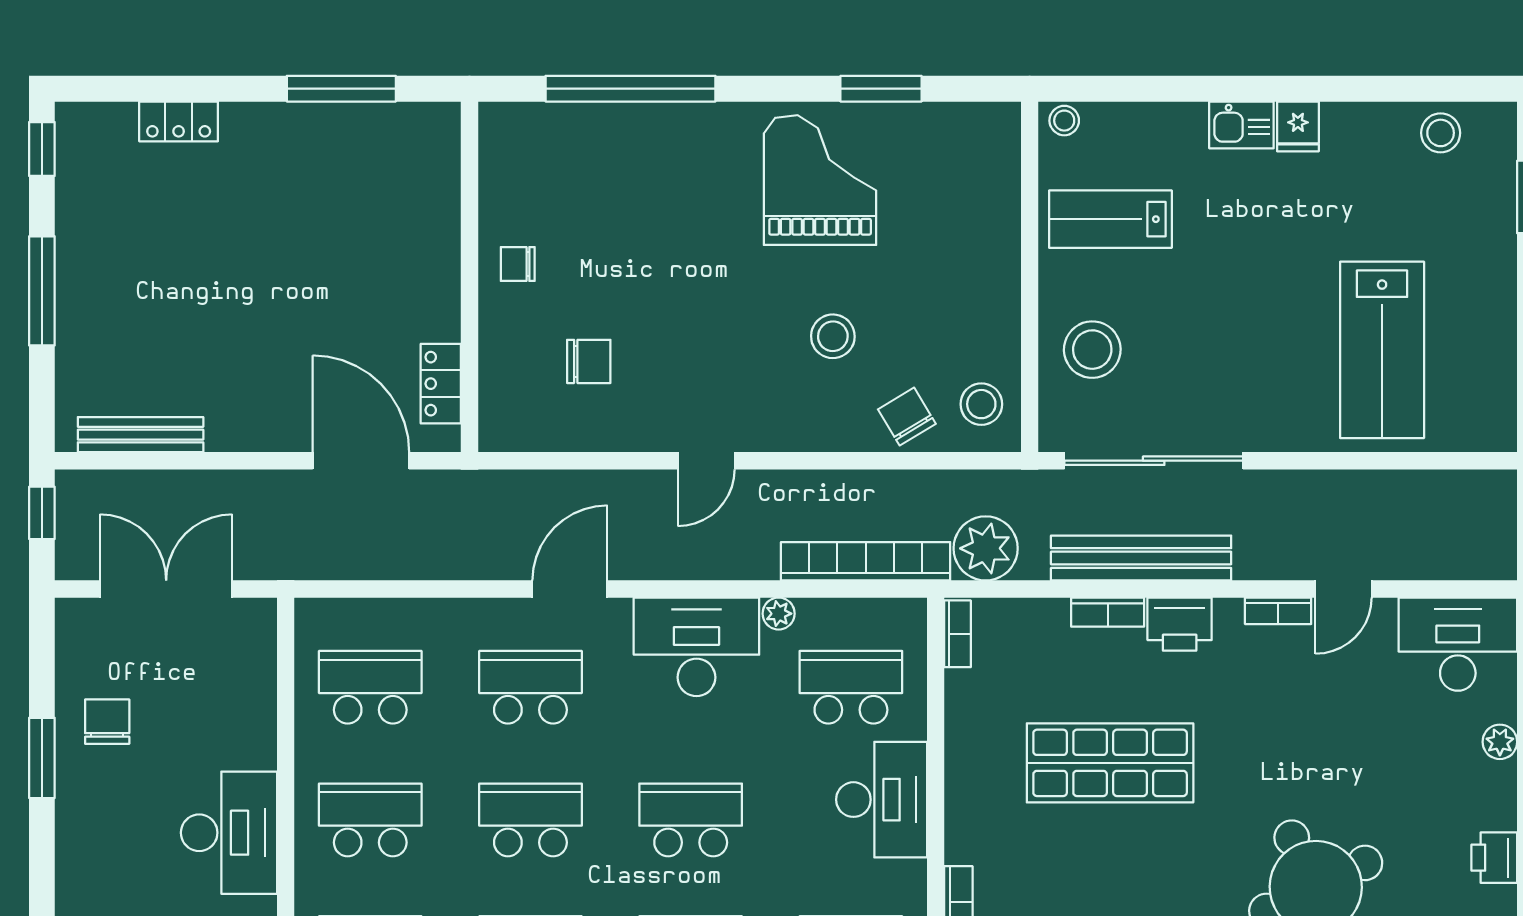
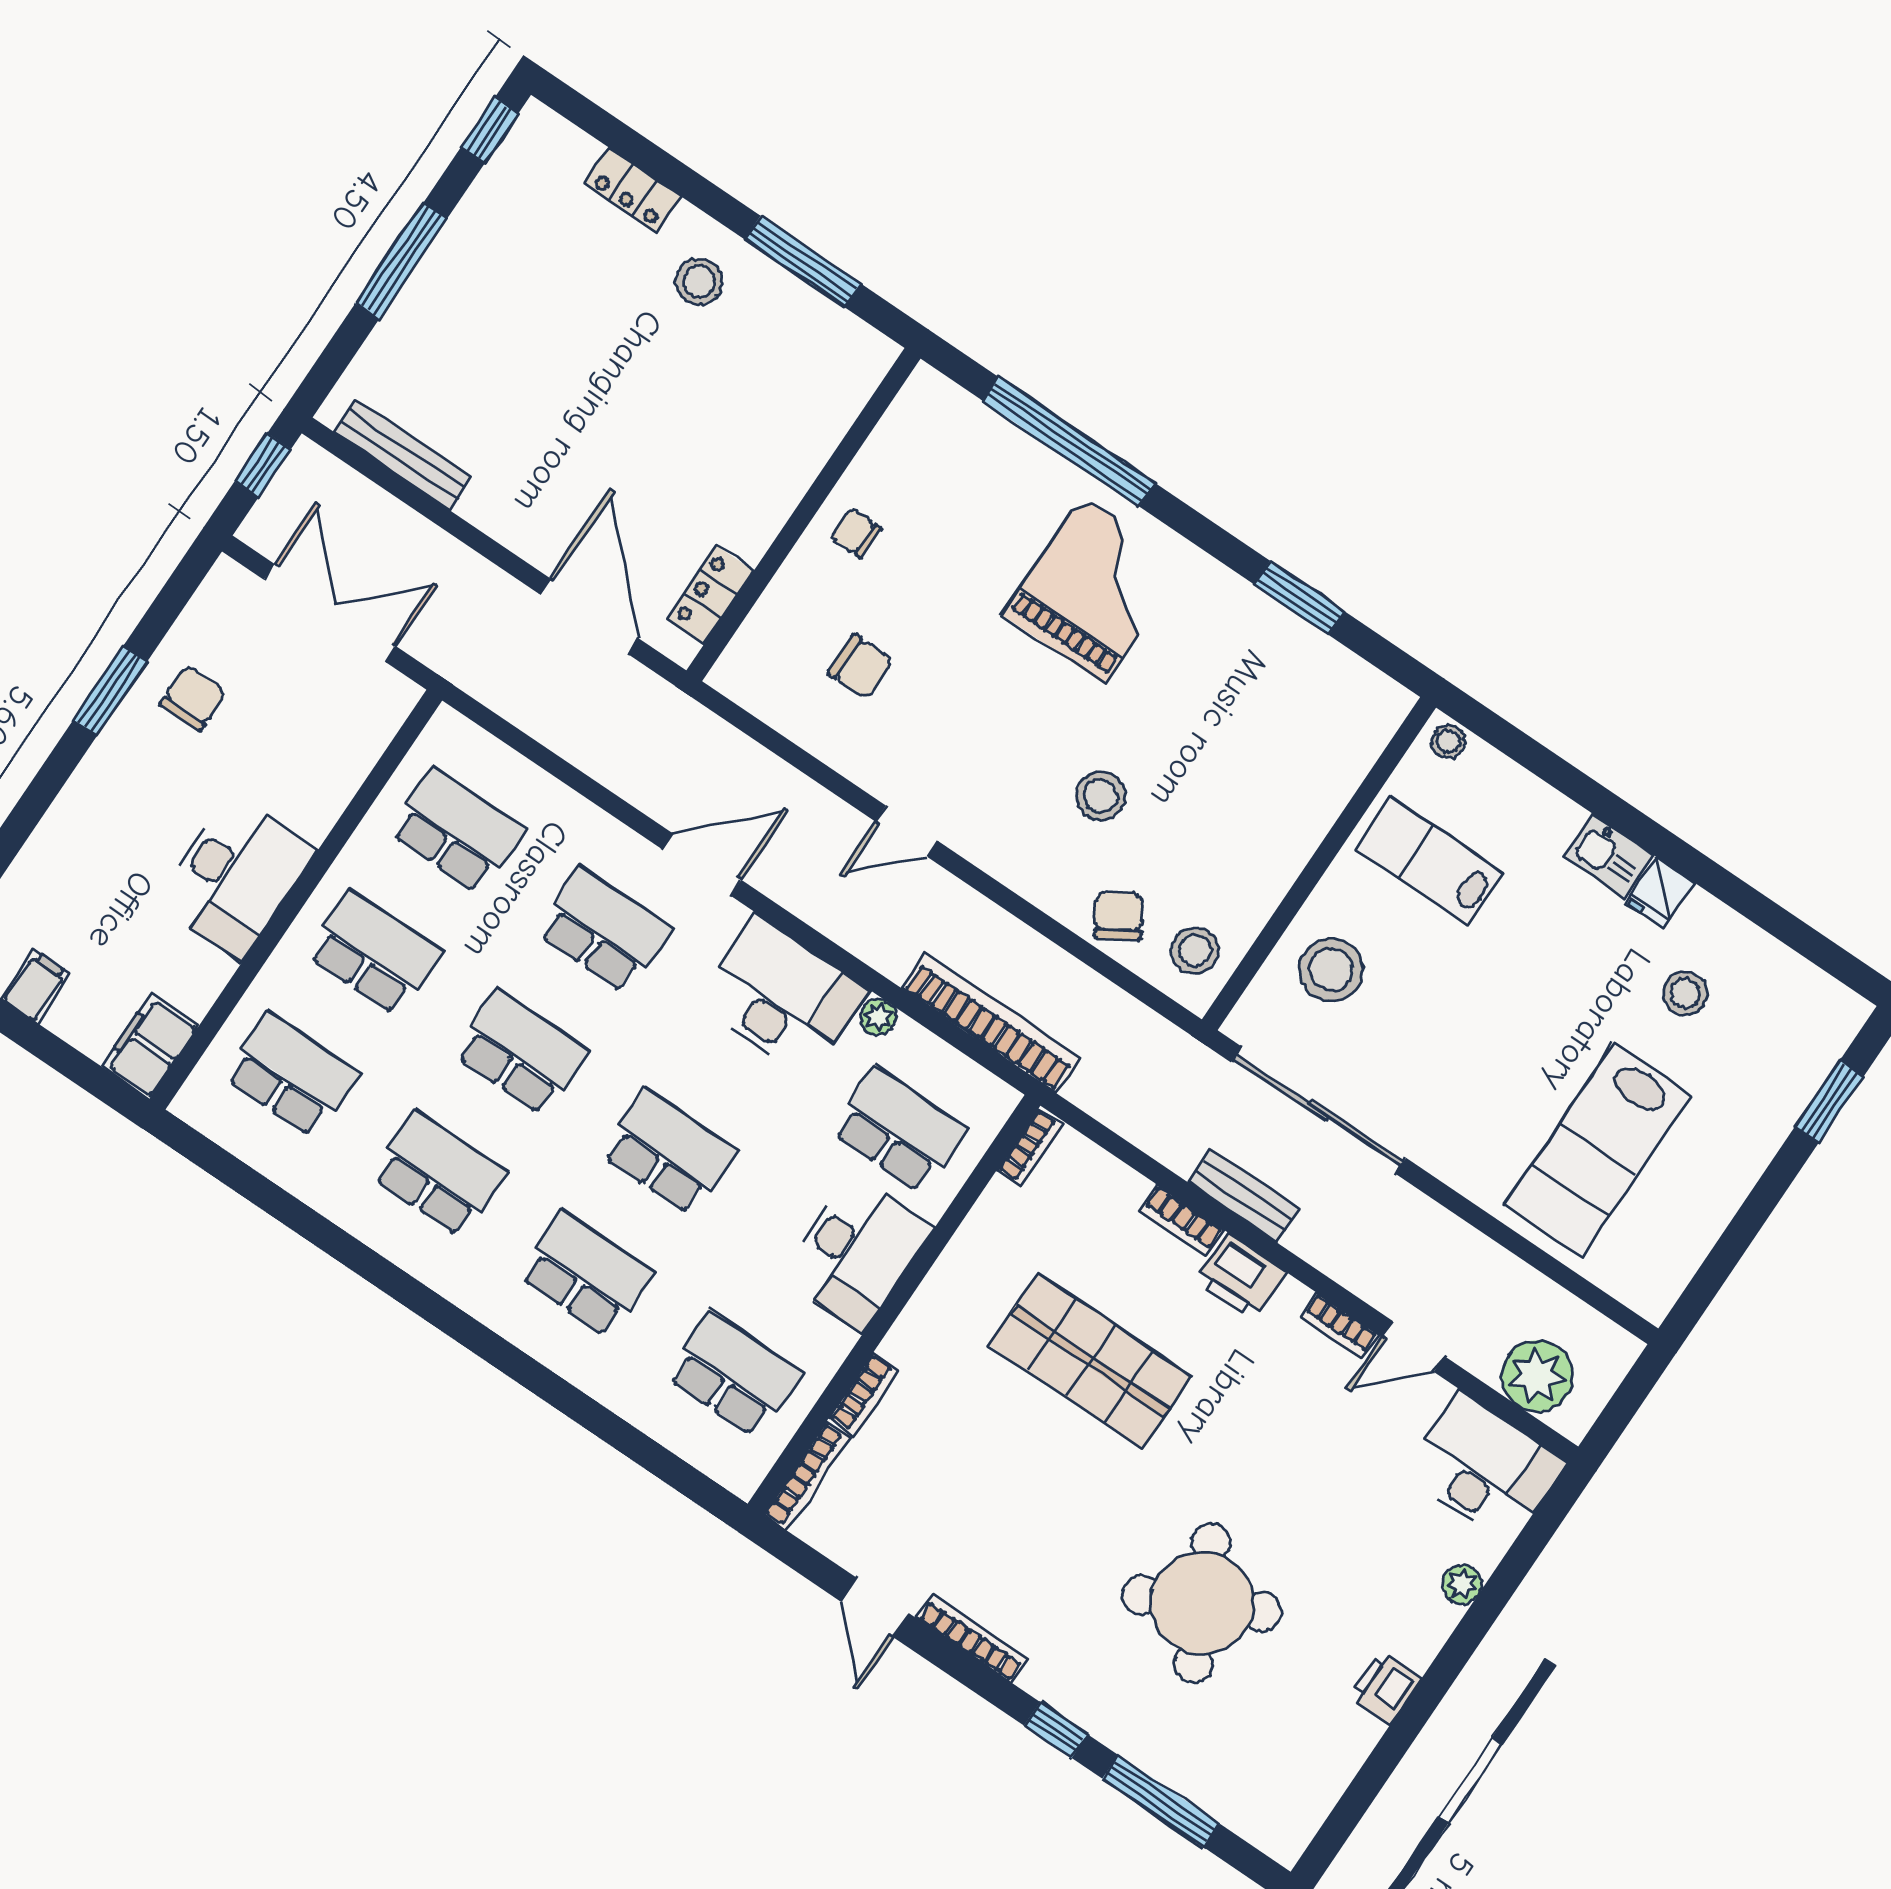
stool: (1441, 133) -> (1685, 993), moved
stool: (274, 156) -> (699, 282), added
grand piano: (820, 180) -> (1094, 590), moved
plant: (986, 548) -> (1537, 1376), moved
bench: (1141, 558) -> (1244, 1195), width x0.54, depth x0.82

